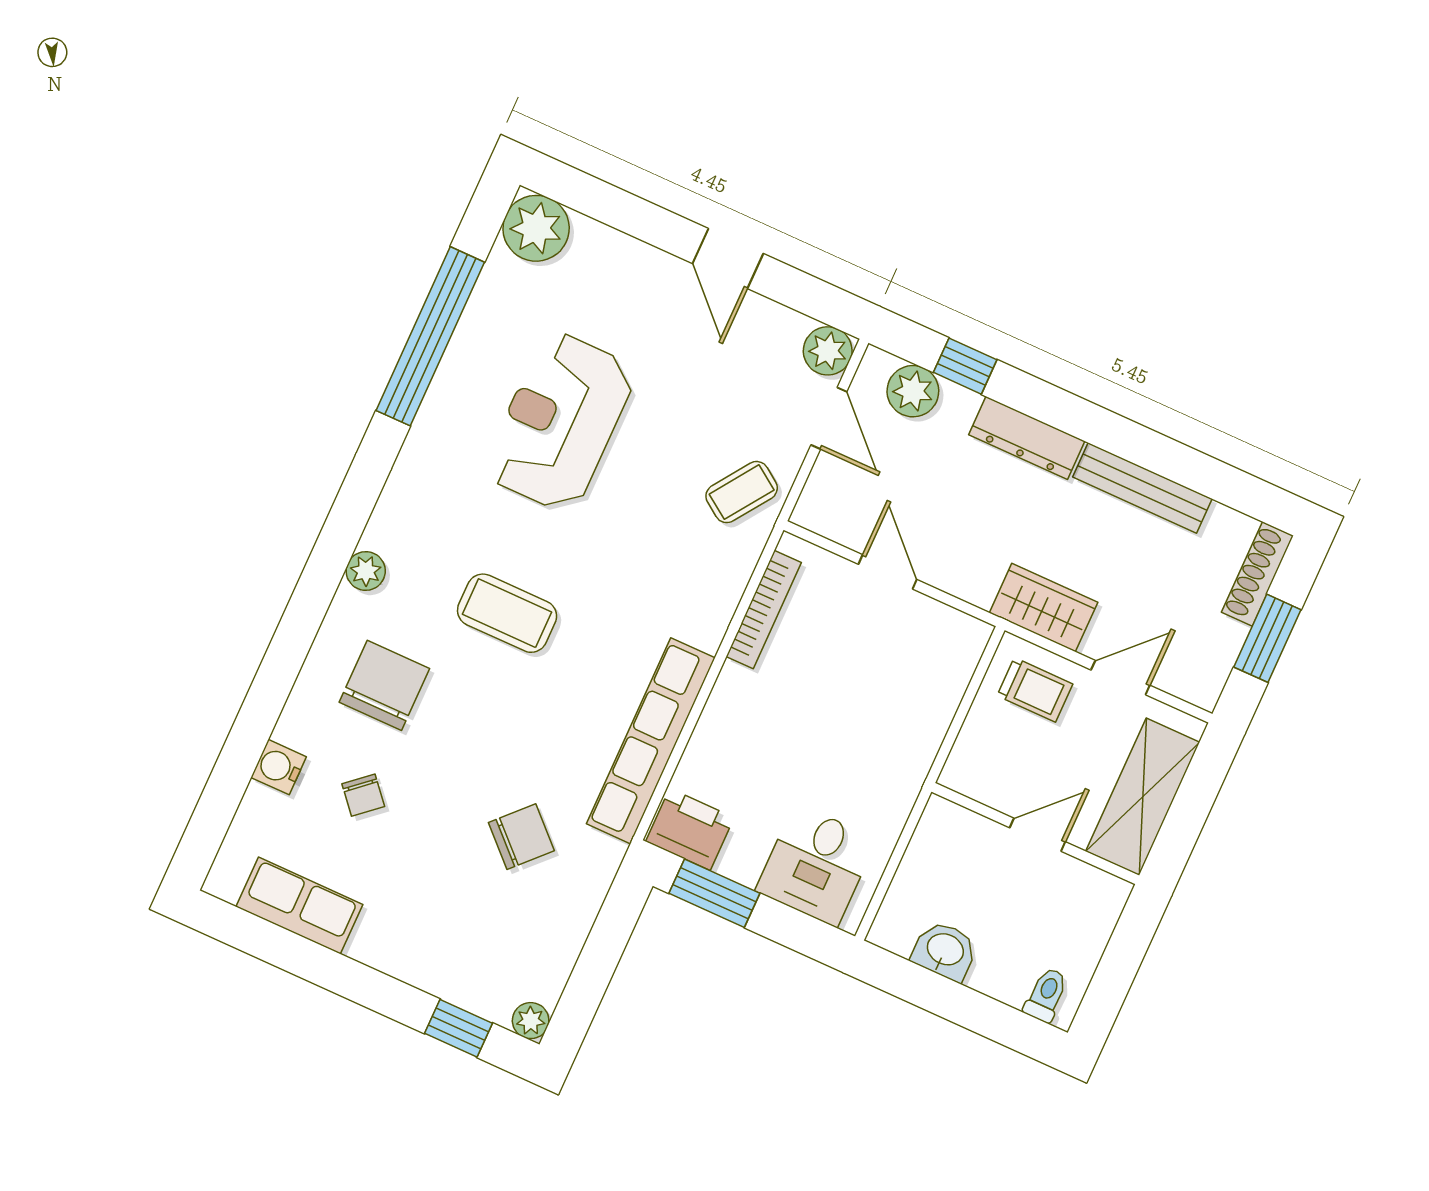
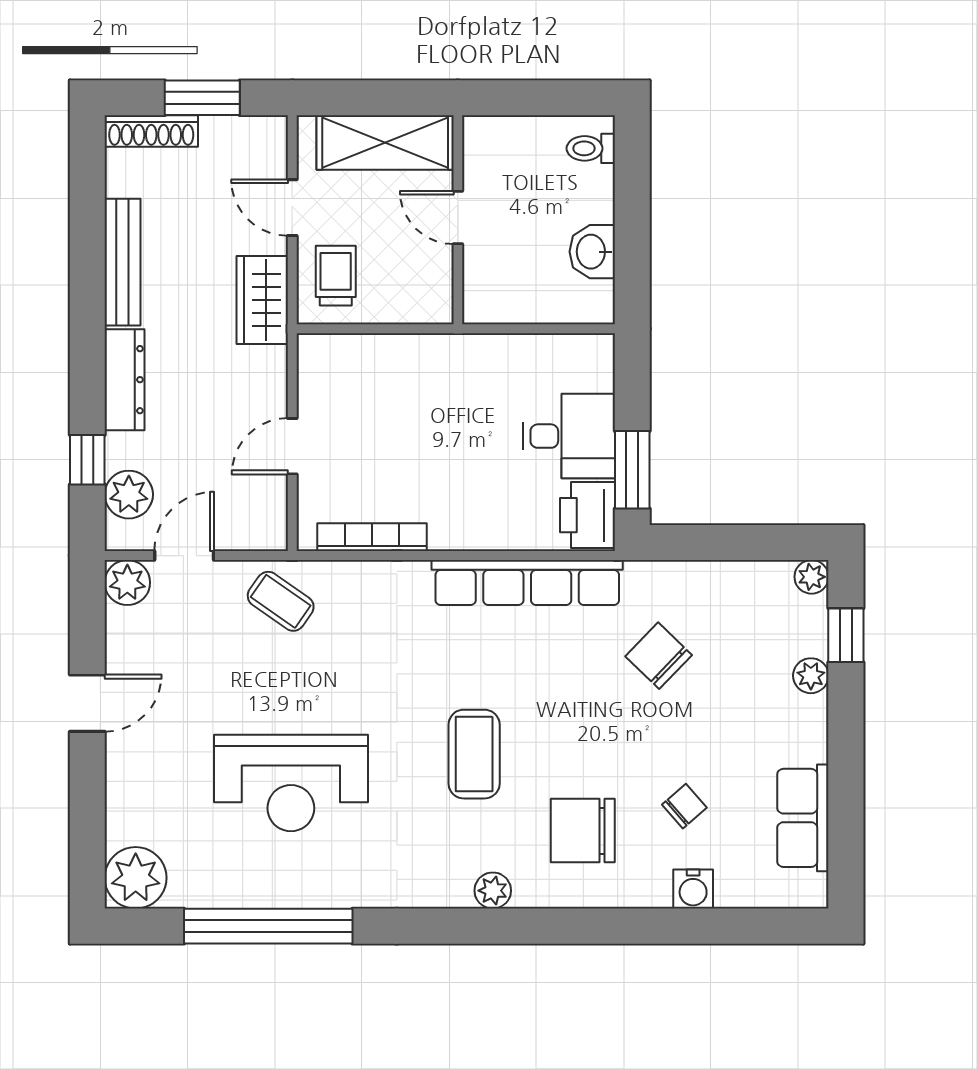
desk: (816, 865) -> (569, 436), moved
plant: (434, 976) -> (811, 676), added

